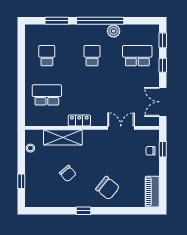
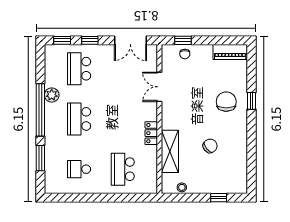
school desk: (92, 56) -> (79, 119), width x1.85
chair: (108, 188) -> (226, 102), turned -39
window: (84, 211) -> (251, 101), moved

